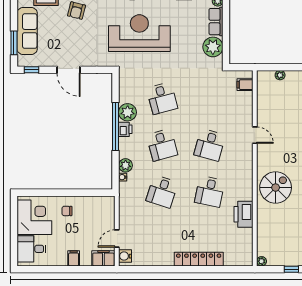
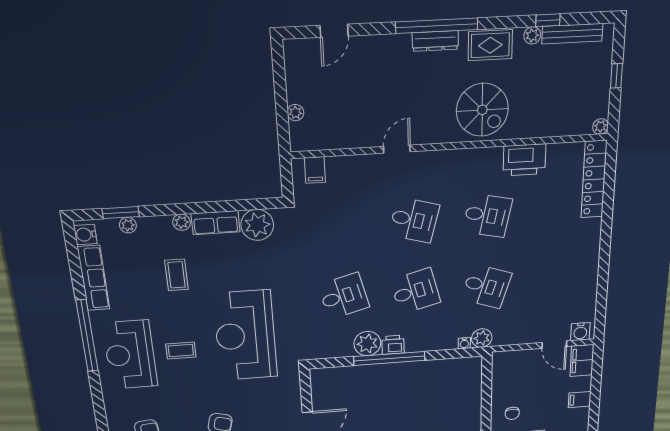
plant: (126, 165) -> (482, 338), moved
spiral stairs: (276, 188) -> (482, 110), turned 180
locker: (199, 259) -> (594, 179), moved

